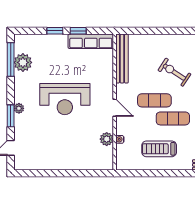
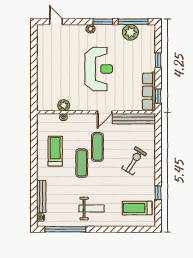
window: (78, 31) -> (158, 96), moved
exercise bike: (174, 72) -> (134, 161), moved
reception desk: (65, 99) -> (99, 69), turned 180
door: (115, 108) -> (105, 112), moved
window: (11, 116) -> (103, 22), moved

